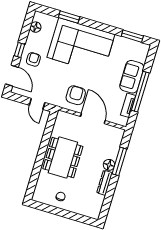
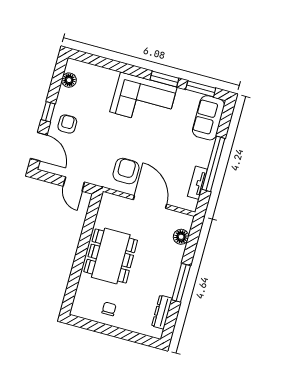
window: (69, 17) -> (164, 79), moved
corner sofa: (81, 46) -> (143, 100), width x0.73, depth x0.74
sofa: (132, 77) -> (208, 118), moved
window: (119, 161) -> (181, 283), moved
floor lamp: (109, 165) -> (181, 237), moved
dresser: (105, 183) -> (162, 312), moved

